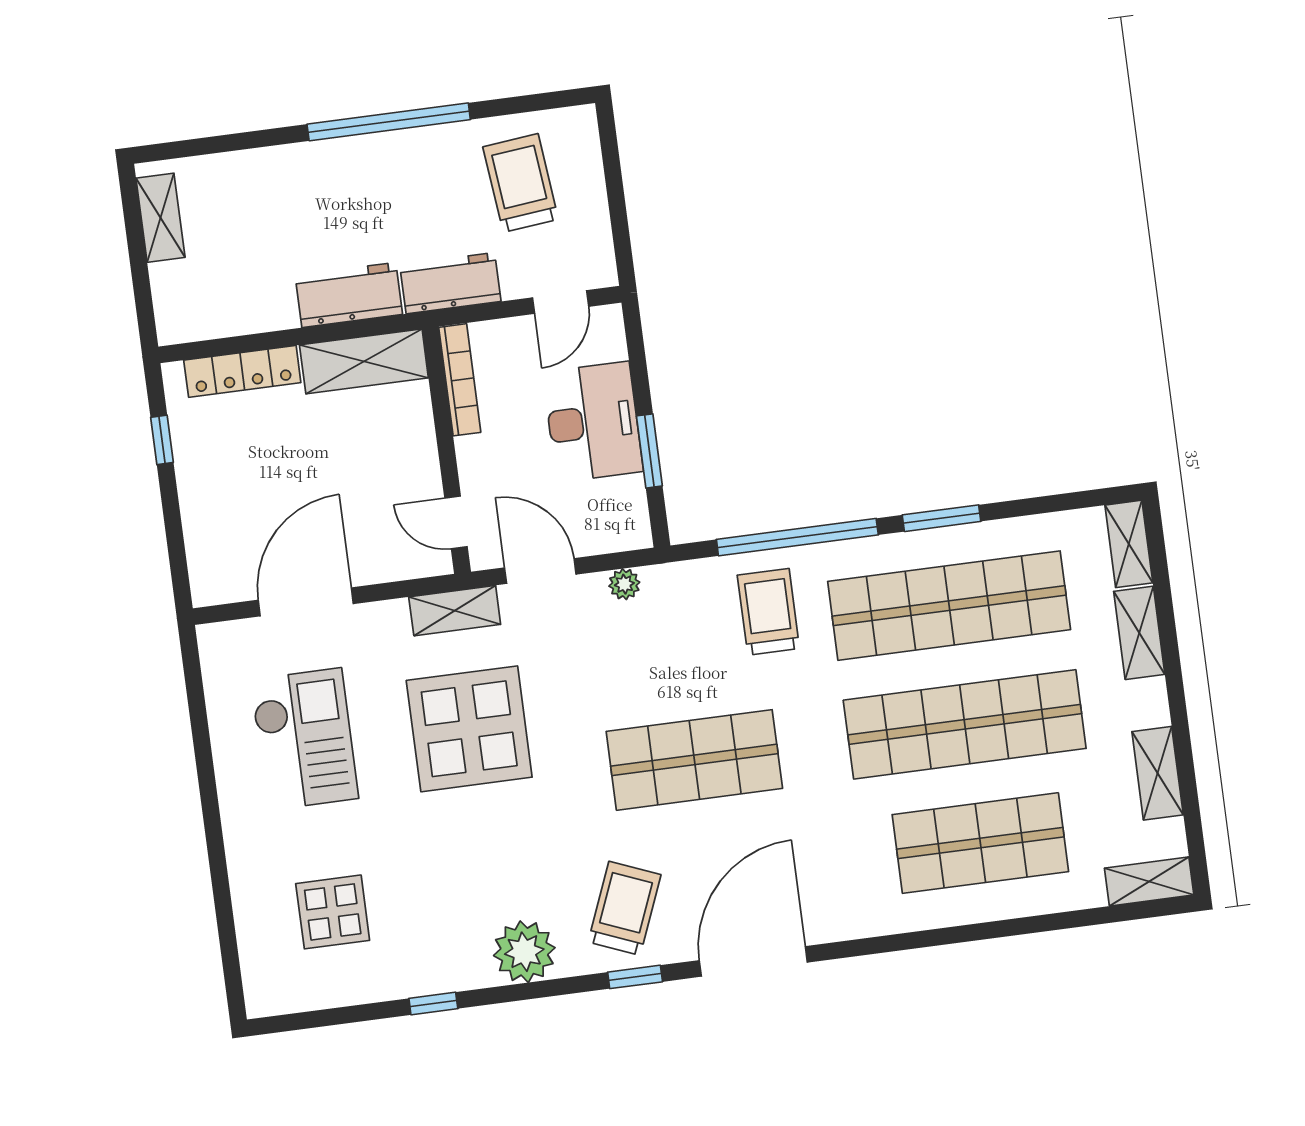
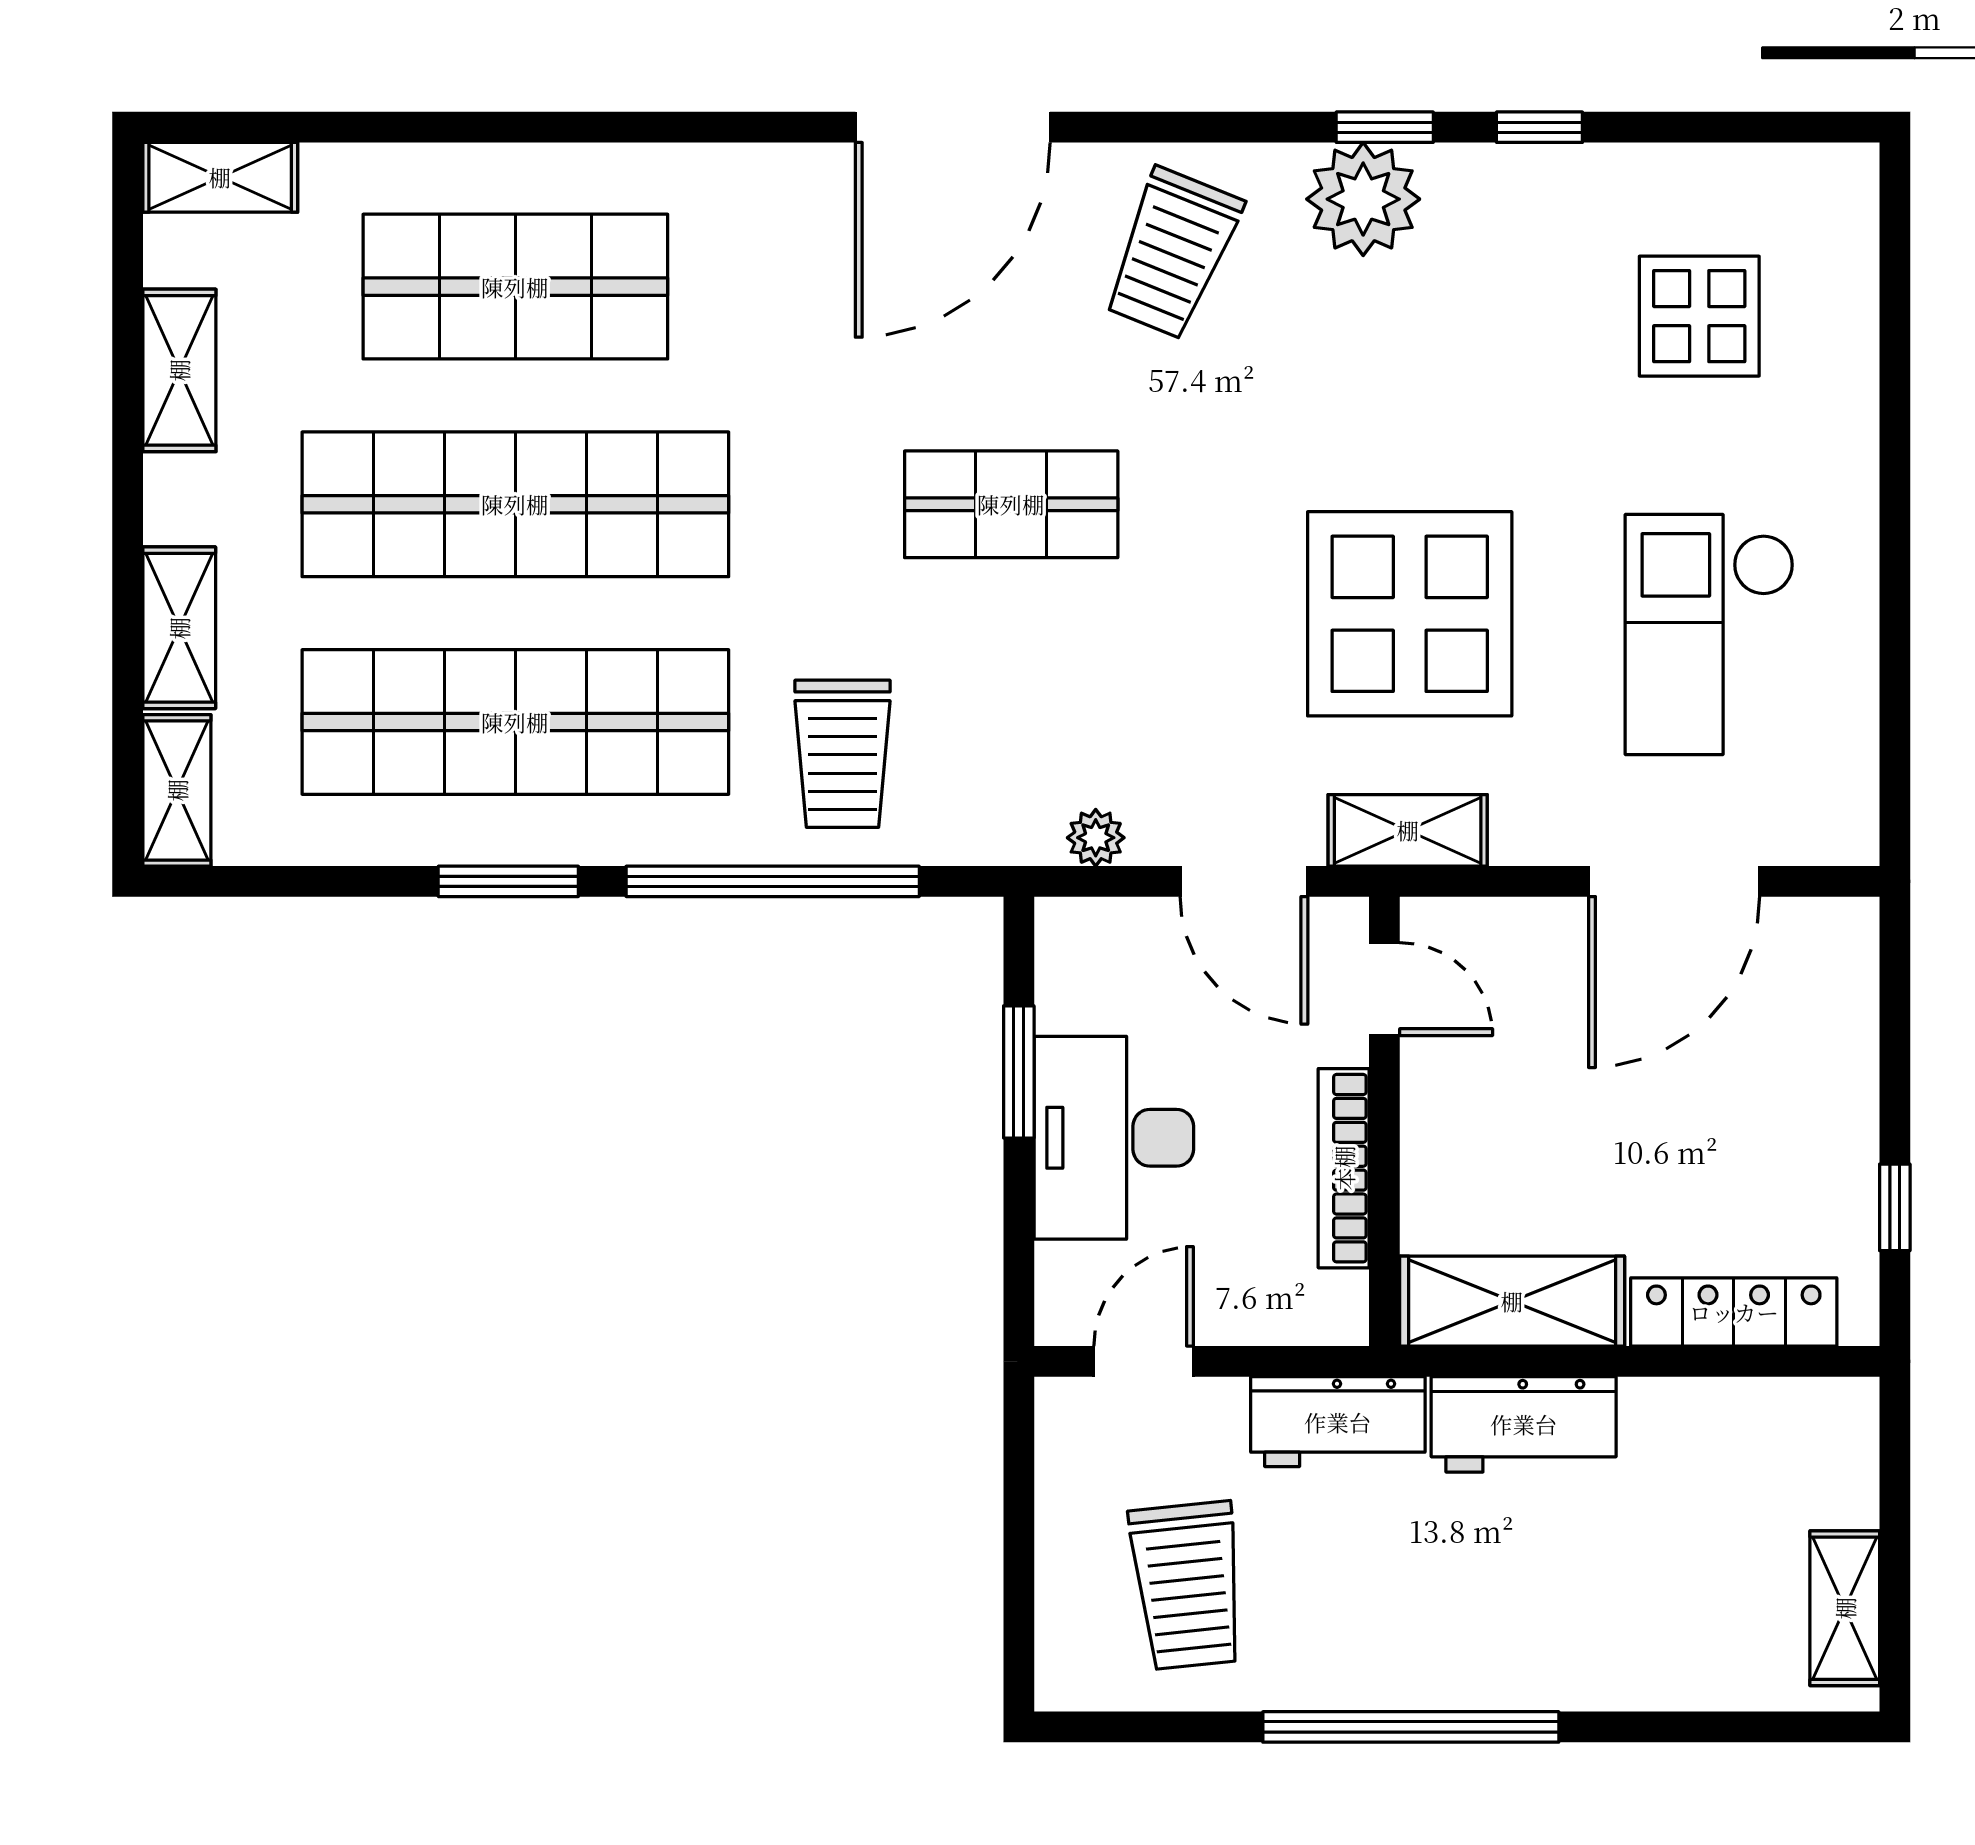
bookcase: (460, 380) -> (1344, 1168), moved
shop shelf: (694, 760) -> (1011, 504), width x0.70, depth x0.74
window: (635, 977) -> (1385, 127), moved

